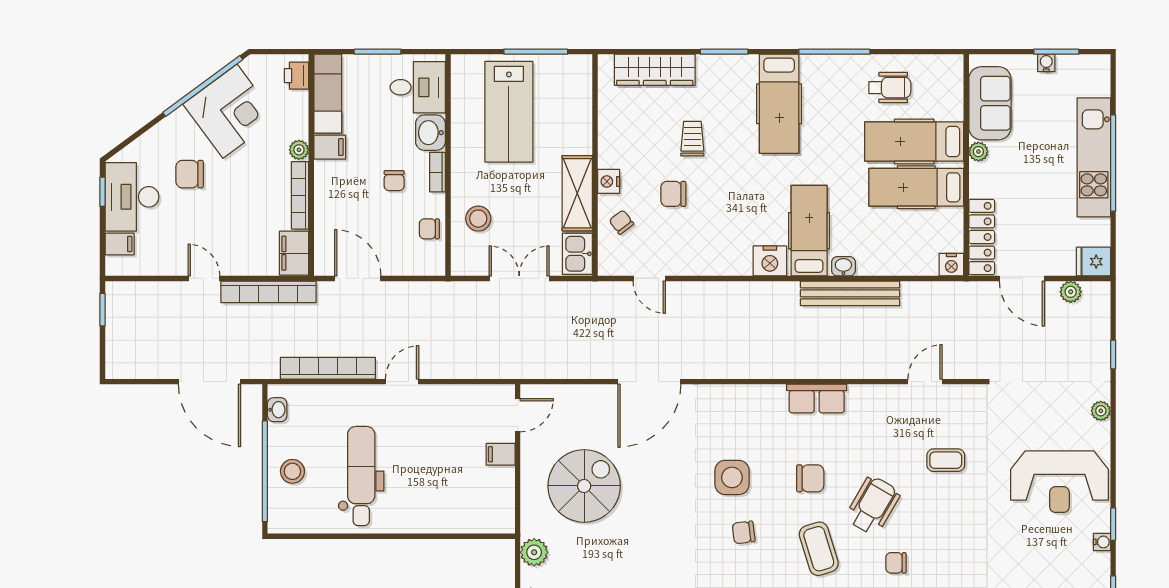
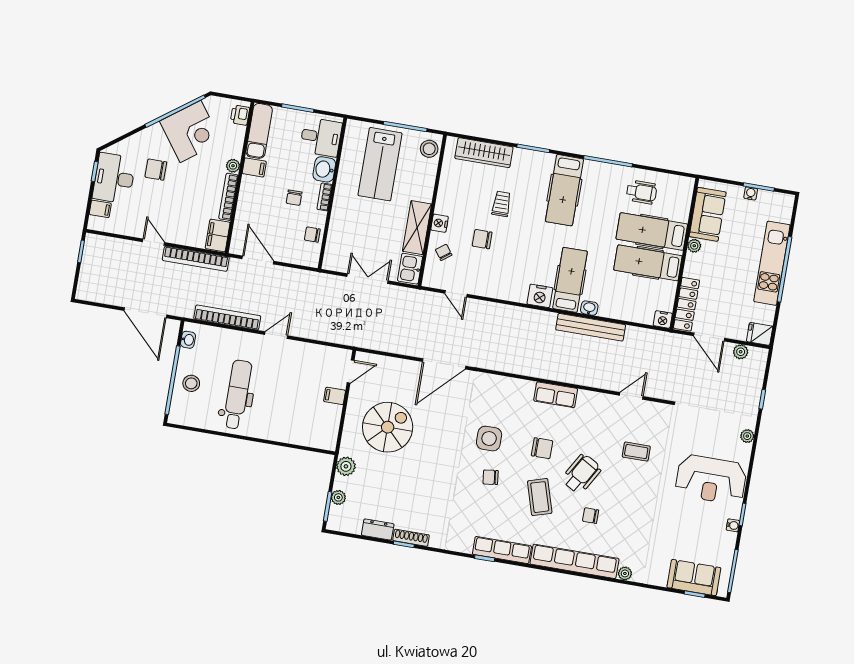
stool: (478, 219) -> (429, 149), moved

